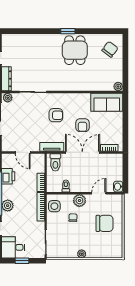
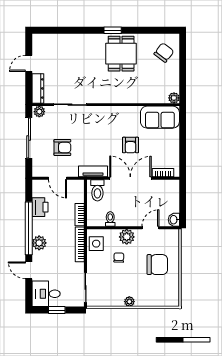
armchair: (56, 115) -> (62, 147), moved

